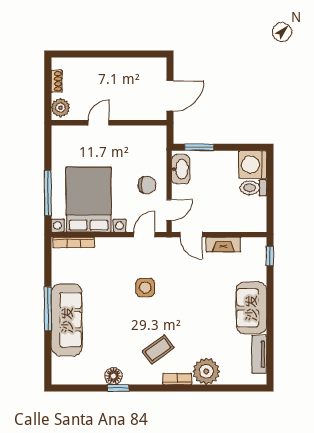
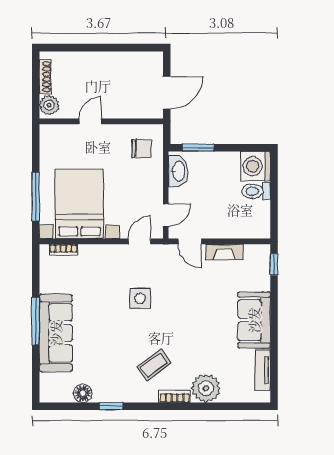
shoe rack: (57, 81) -> (45, 77), width x1.43
chair: (147, 185) -> (141, 149), moved
bookcase: (74, 242) -> (63, 250), width x0.64
floor lamp: (113, 376) -> (83, 393), moved

